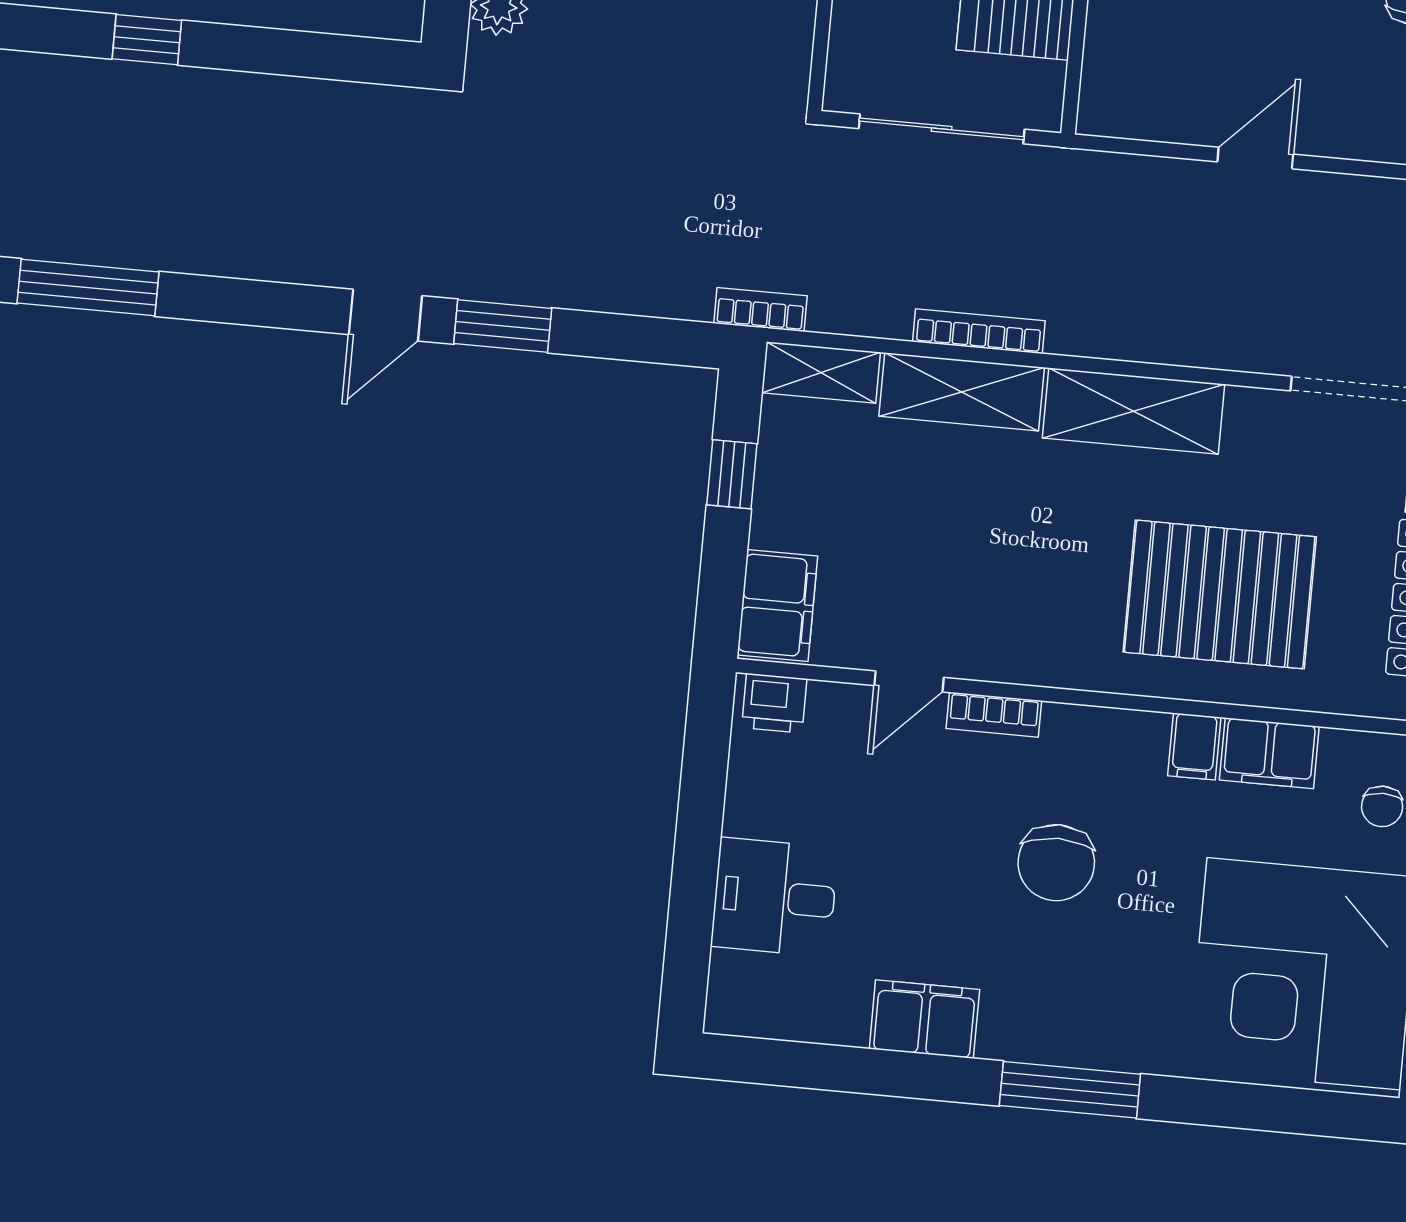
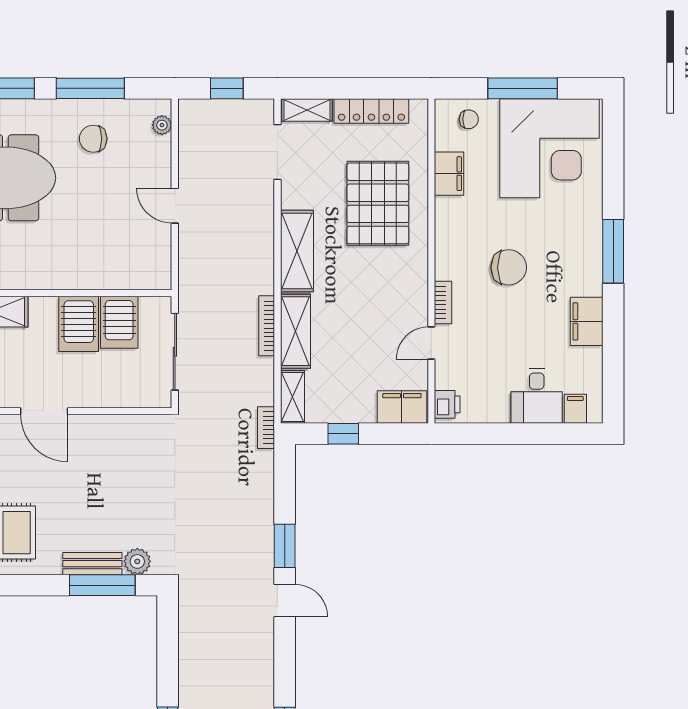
door: (909, 682) -> (431, 343), swing flipped
filing cabinet: (1194, 746) -> (575, 409), moved, turned -90

